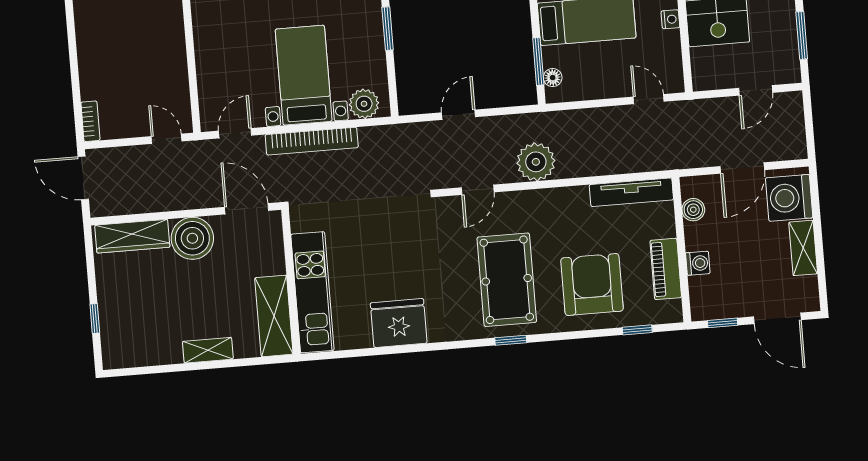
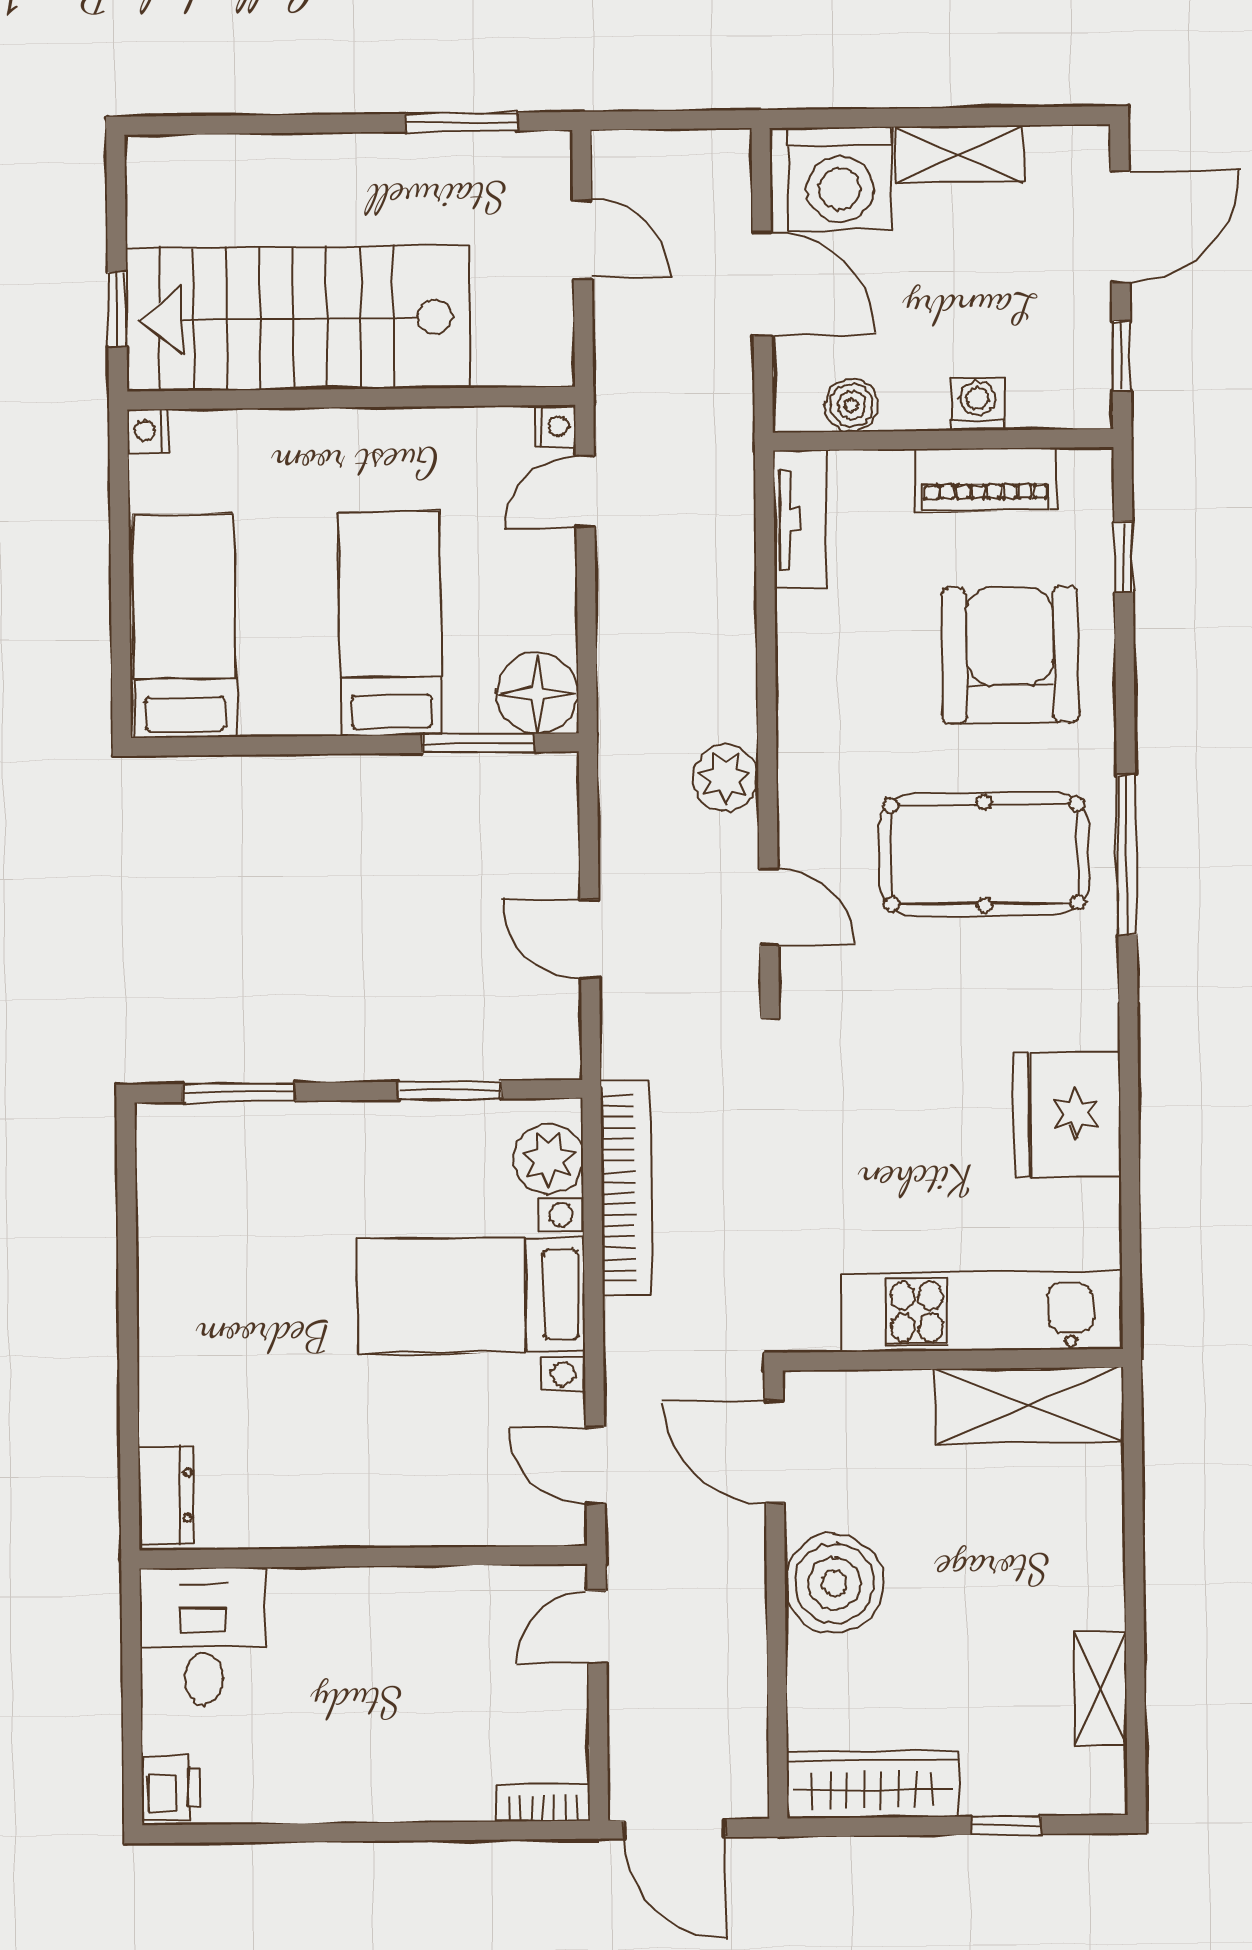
nightstand: (670, 19) -> (555, 426), moved, turned 90
window: (388, 29) -> (450, 1090), moved
floor lamp: (553, 78) -> (537, 693), width x1.89, depth x1.89
bookcase: (312, 141) -> (626, 1188), moved
plant: (536, 162) -> (725, 778), width x0.73, depth x0.73
door: (83, 178) -> (675, 1829), hinge flipped
tv unit: (631, 192) -> (800, 519), width x0.71
door: (247, 209) -> (774, 1451), hinge flipped
wardrobe: (132, 236) -> (873, 1785), moved, turned -90
armchair: (592, 284) -> (1010, 655), turned 90
window: (511, 340) -> (1127, 855), width x2.17
shelving: (208, 350) -> (1101, 1689), moved

